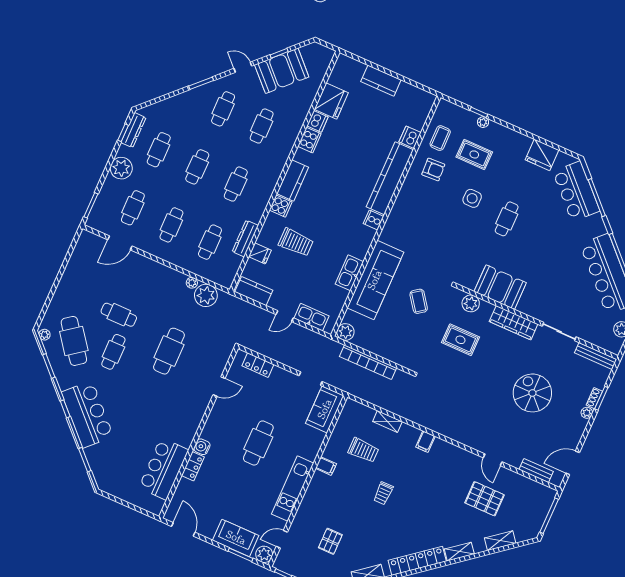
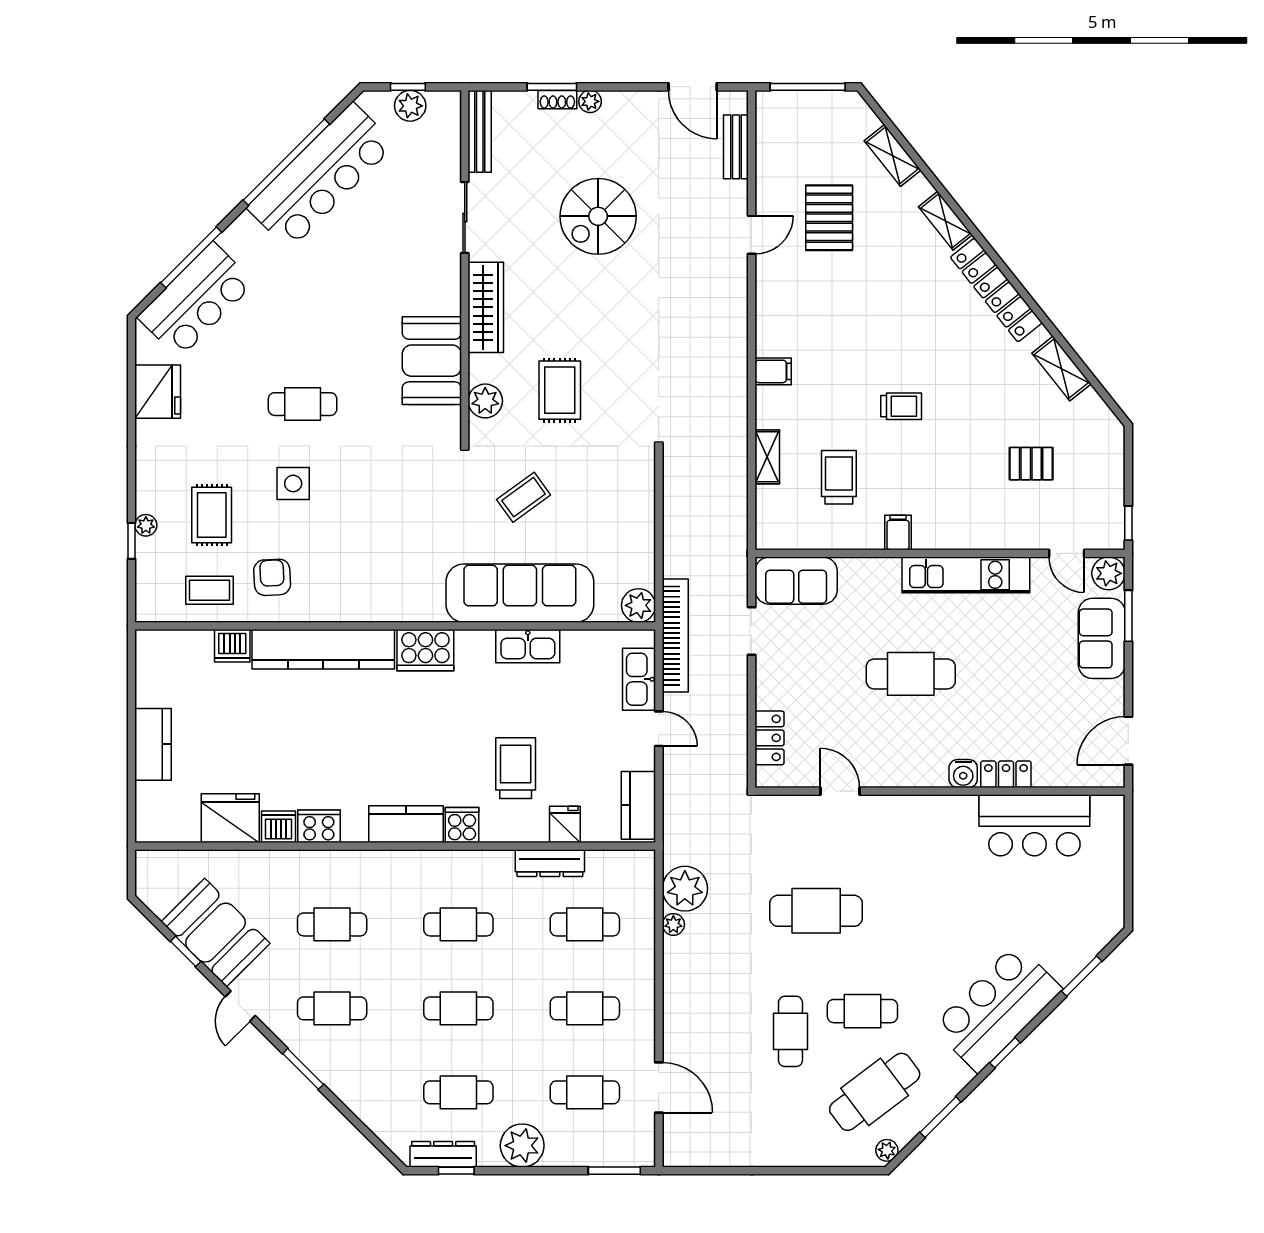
cooker: (373, 220) -> (425, 650), width x1.87, depth x1.31
bookcase: (368, 362) -> (675, 635), moved

